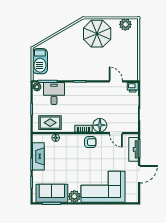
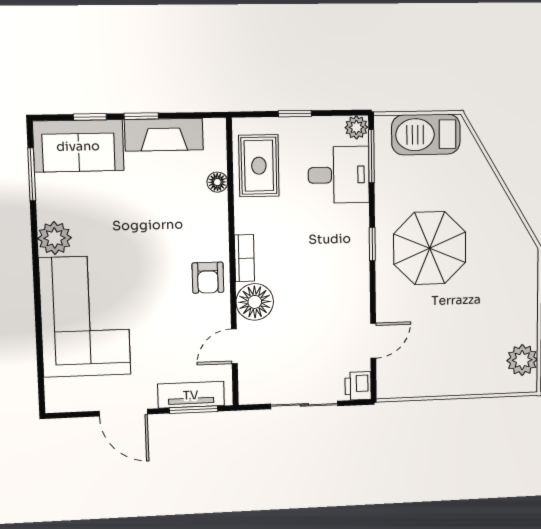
parasol: (97, 34) -> (430, 248), moved
sofa: (52, 193) -> (78, 146), moved, turned 90

